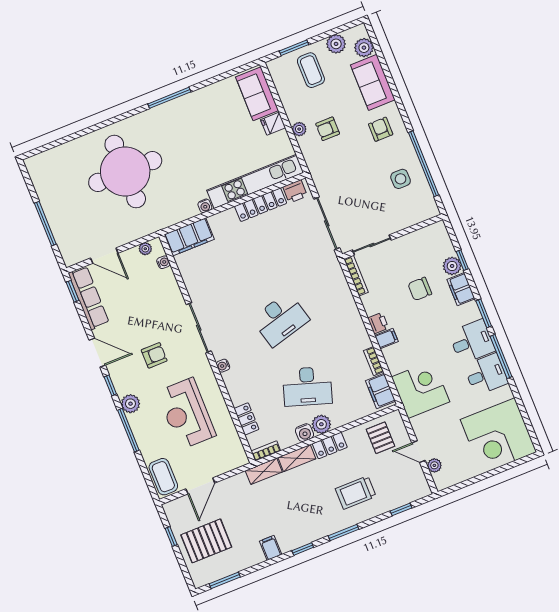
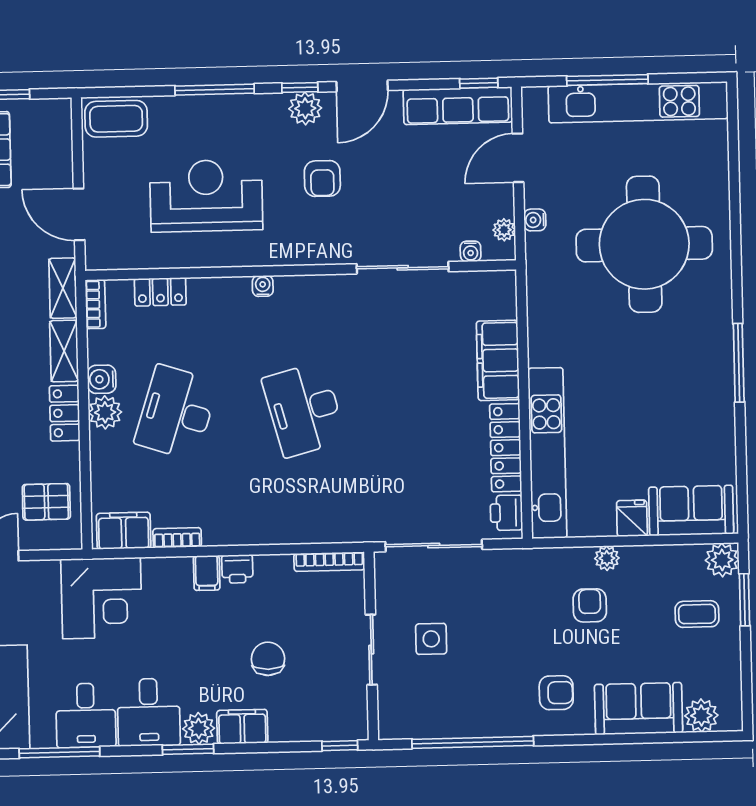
plant: (336, 44) -> (722, 560), moved
coffee table: (311, 70) -> (697, 614), width x0.73, depth x0.77
side table: (401, 179) -> (431, 639), moved
kitchen unit: (51, 203) -> (638, 102), added
water cooler: (205, 206) -> (535, 220), moved
filing cabinet: (189, 237) -> (498, 360), moved
sliding door: (372, 245) -> (371, 650), moved
window: (462, 260) -> (340, 746), moved
plant: (452, 266) -> (199, 728), moved
sliding door: (199, 328) -> (403, 268), moved
window: (501, 356) -> (59, 752), moved
plant: (130, 404) -> (305, 108), moved
door: (200, 486) -> (79, 214), moved

